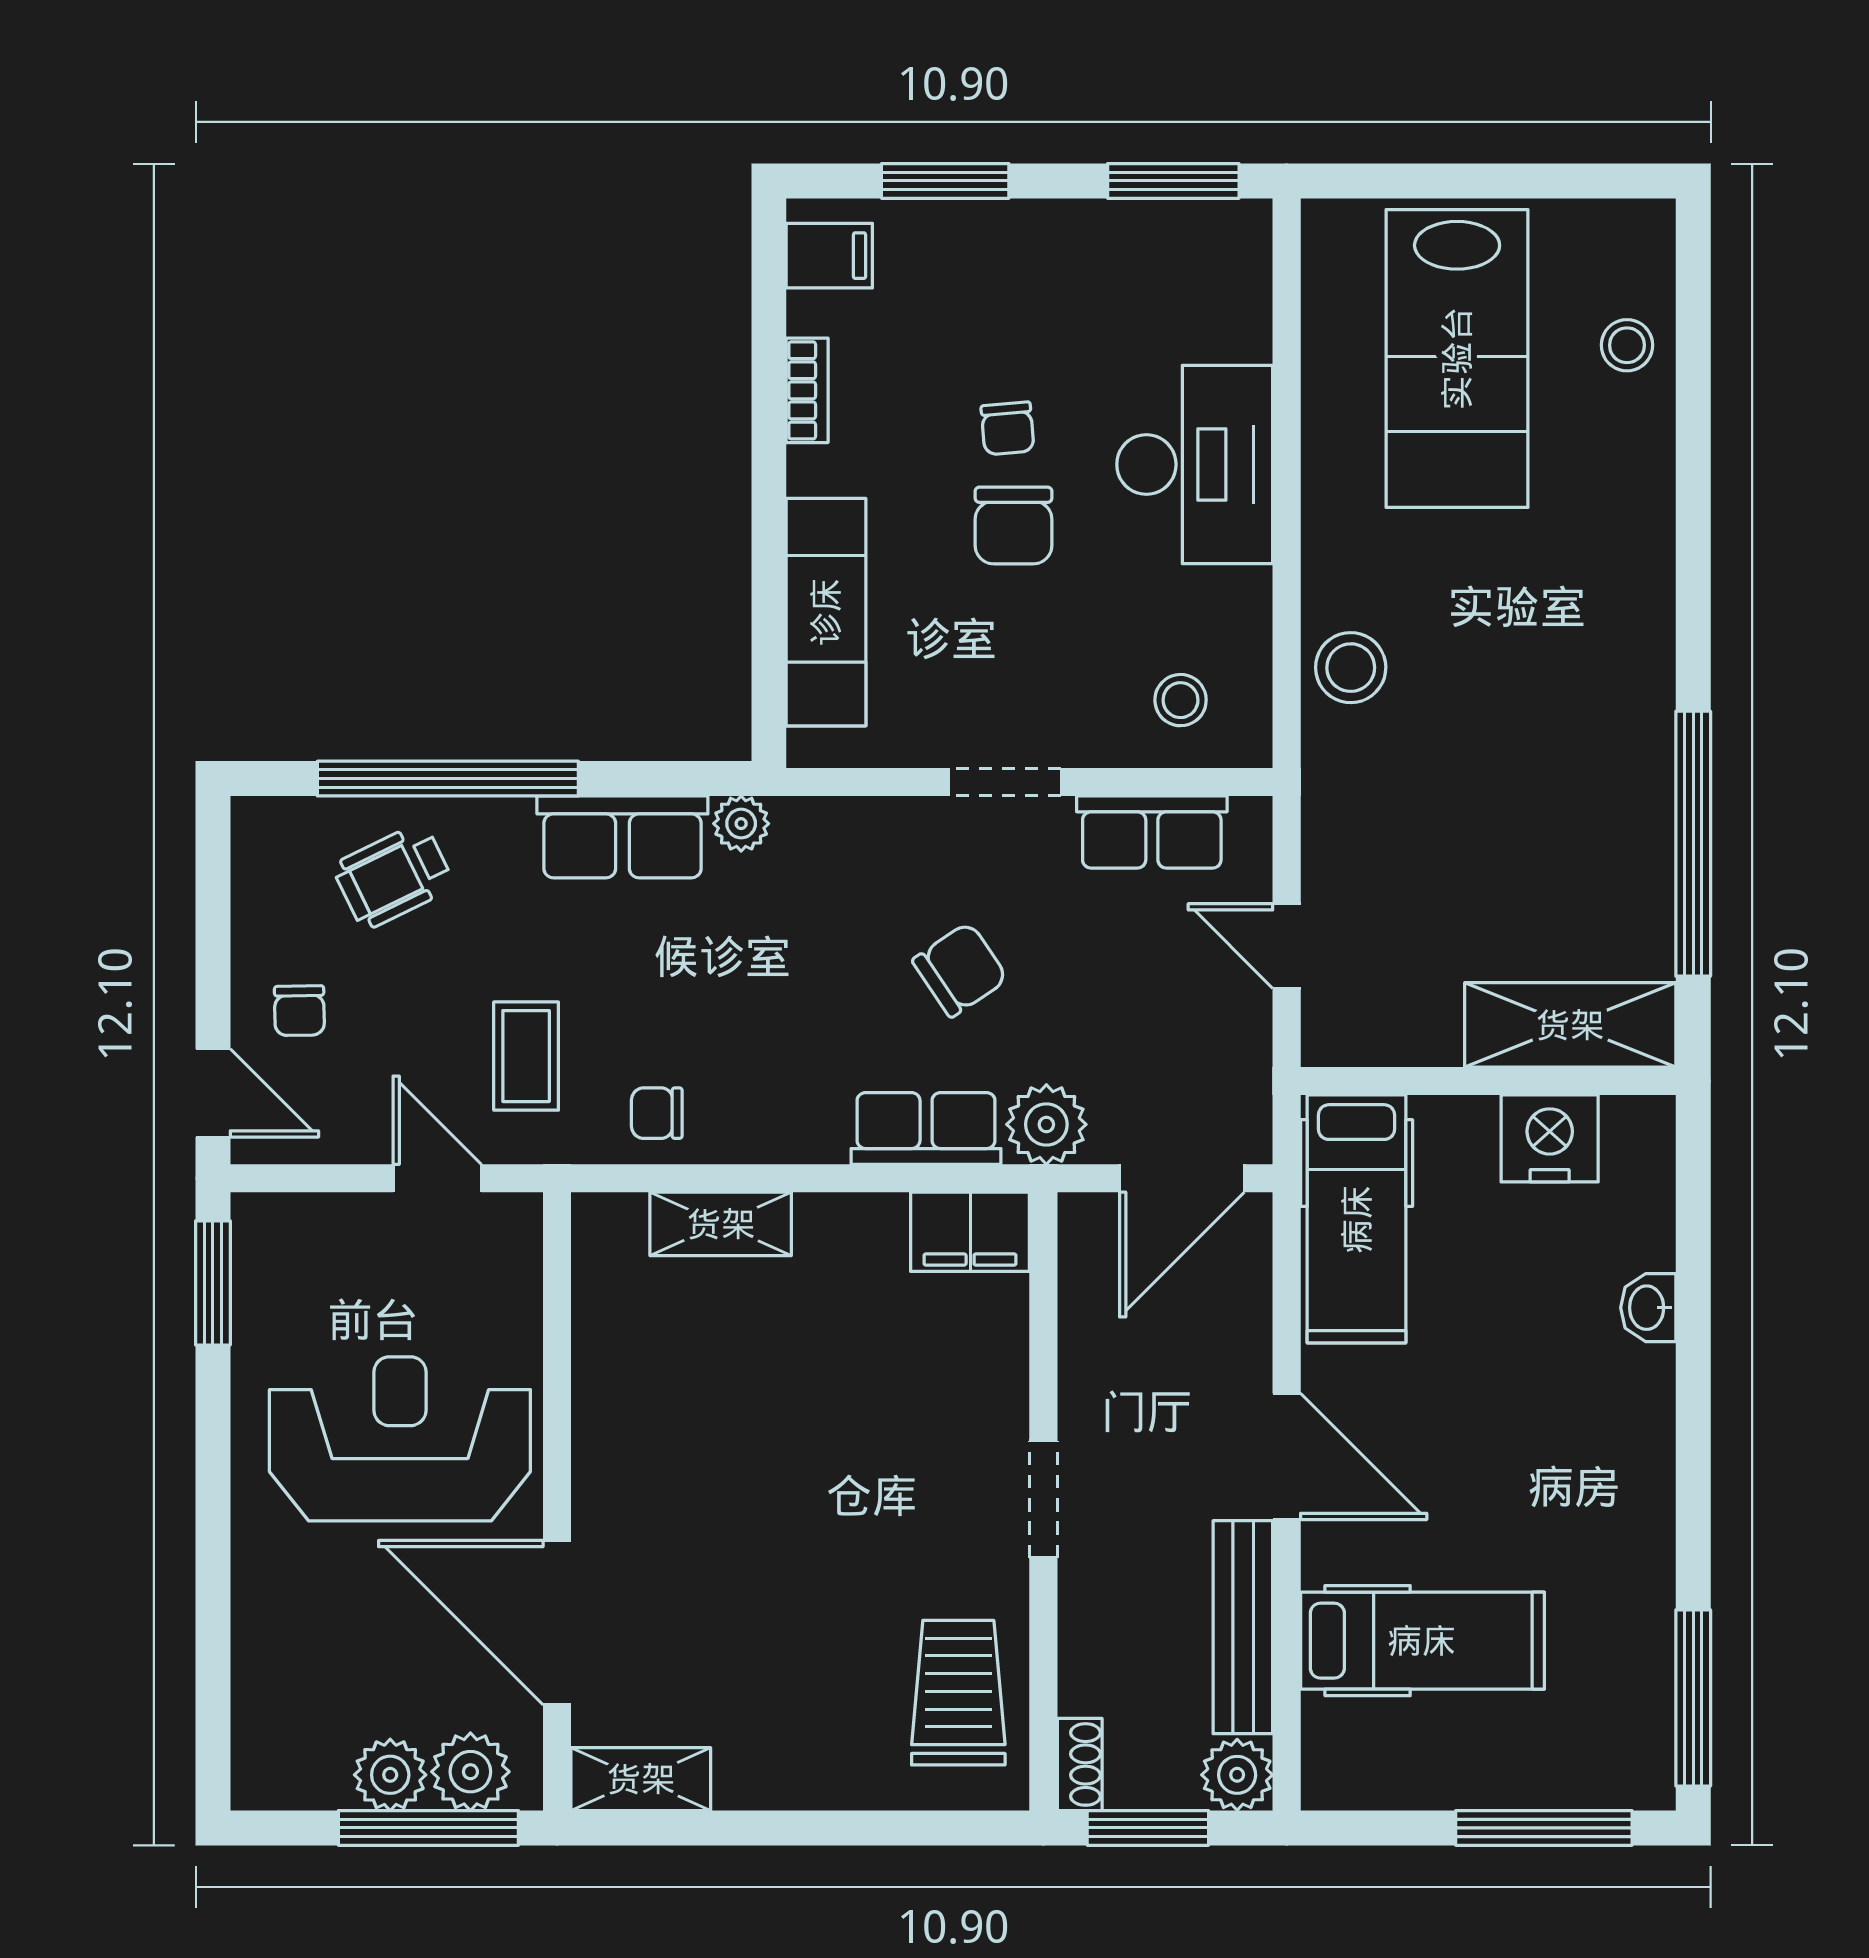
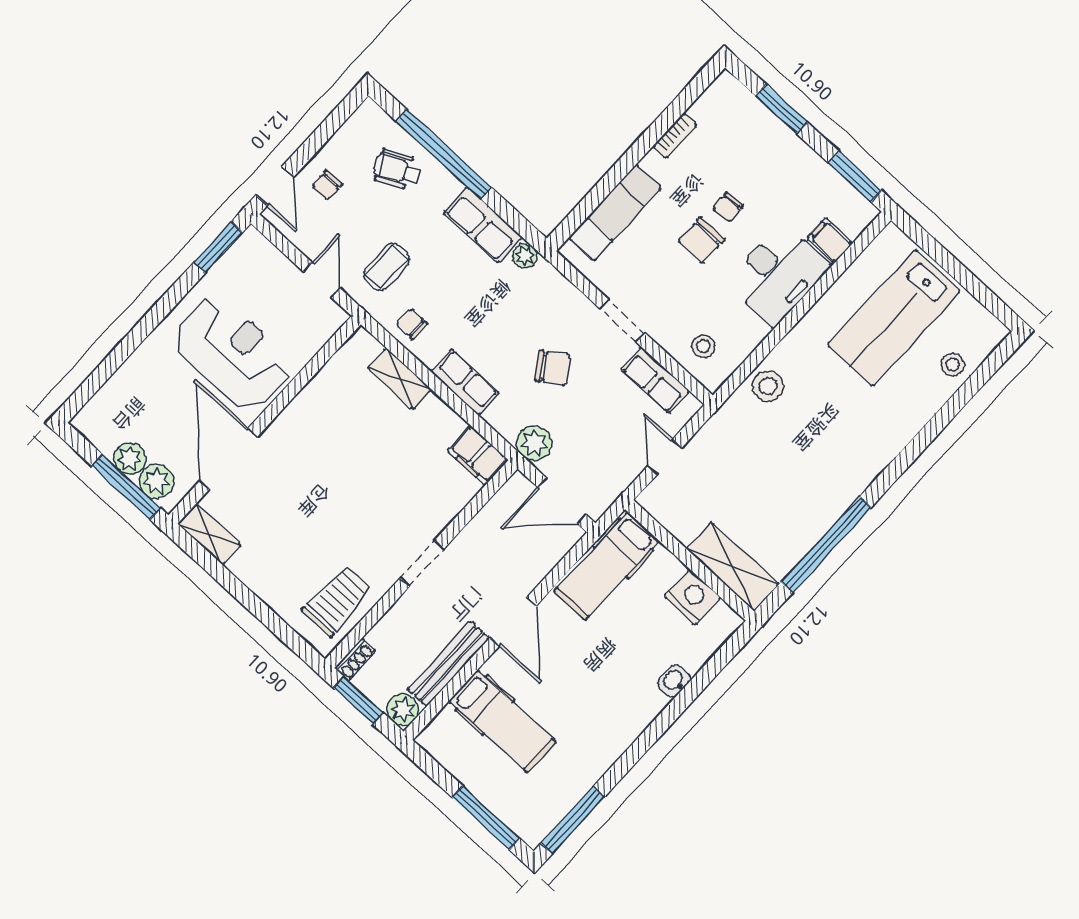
filing cabinet: (829, 256) -> (830, 241), moved, turned 180
row of seats: (926, 1128) -> (465, 382), moved

